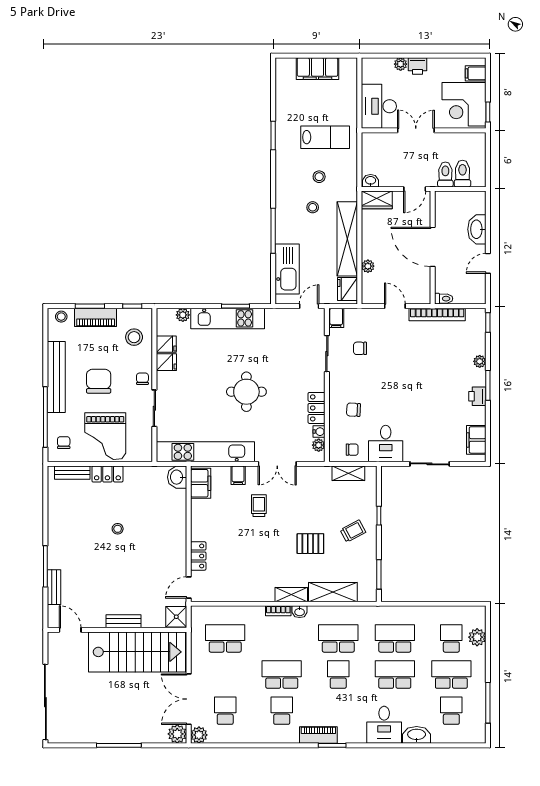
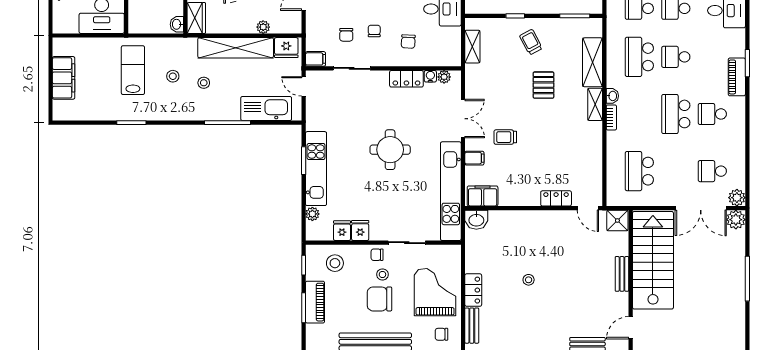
stool: (61, 317) -> (382, 274), moved
grand piano: (105, 436) -> (435, 292), turned -90
chair: (352, 450) -> (374, 31), moved

